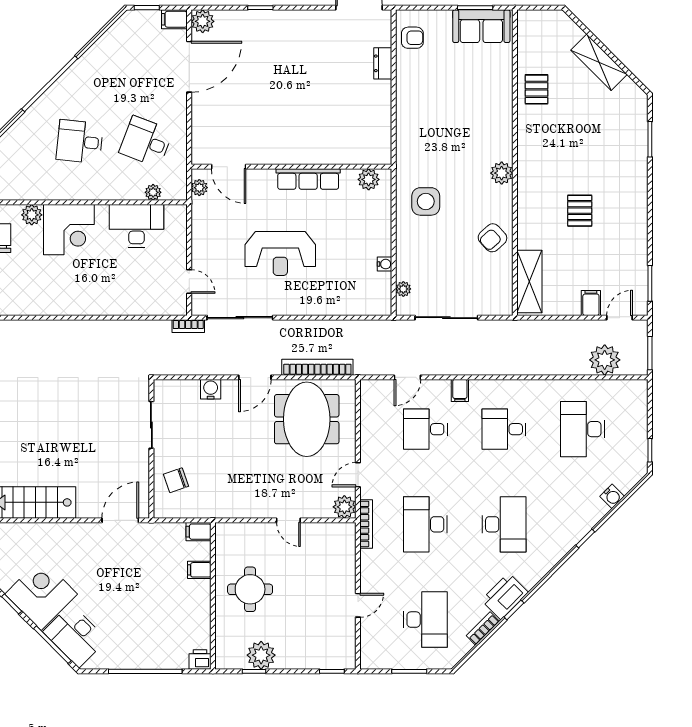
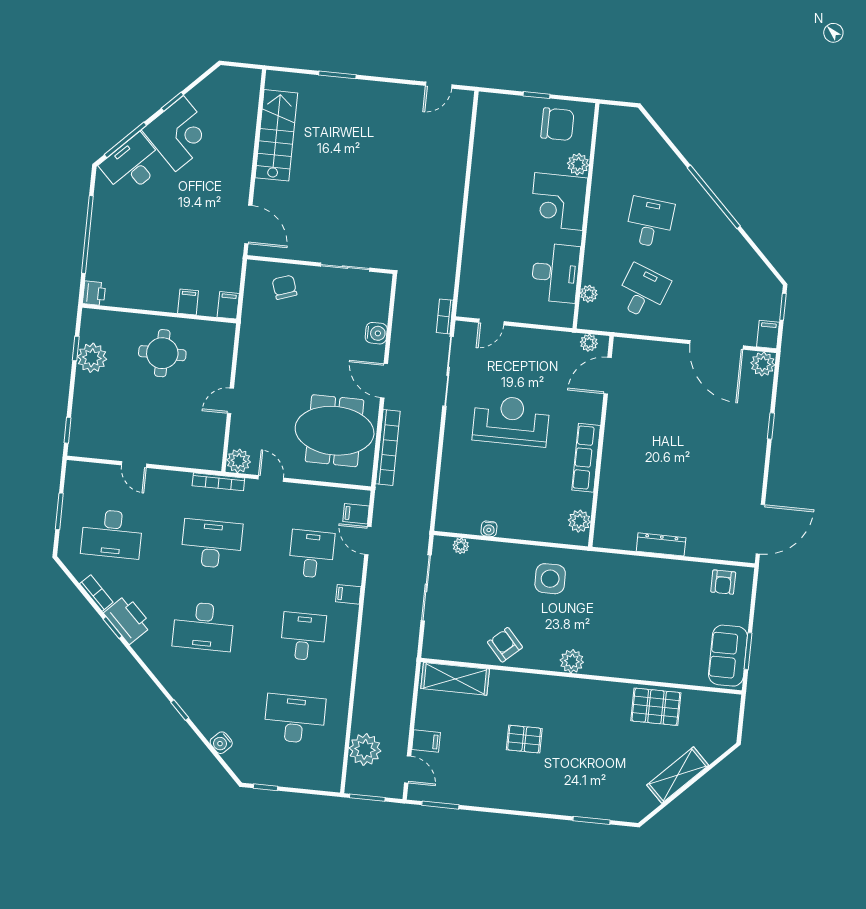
dresser: (383, 63) -> (661, 544), moved, width x1.44
pallet: (537, 89) -> (656, 707), width x1.50, depth x1.42
reception desk: (280, 253) -> (511, 421), turned 90
filing cabinet: (383, 391) -> (356, 514), added

